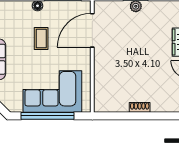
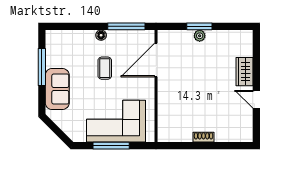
window: (48, 116) -> (111, 146), width x0.68

